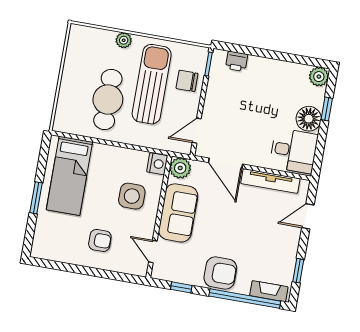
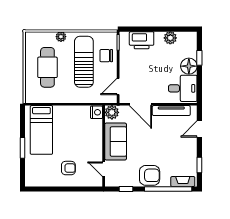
printer: (237, 61) -> (142, 40), width x1.87, depth x1.48
plant: (319, 77) -> (170, 38), moved
cafe table: (108, 99) -> (47, 67), moved
side table: (132, 196) -> (84, 136), removed

